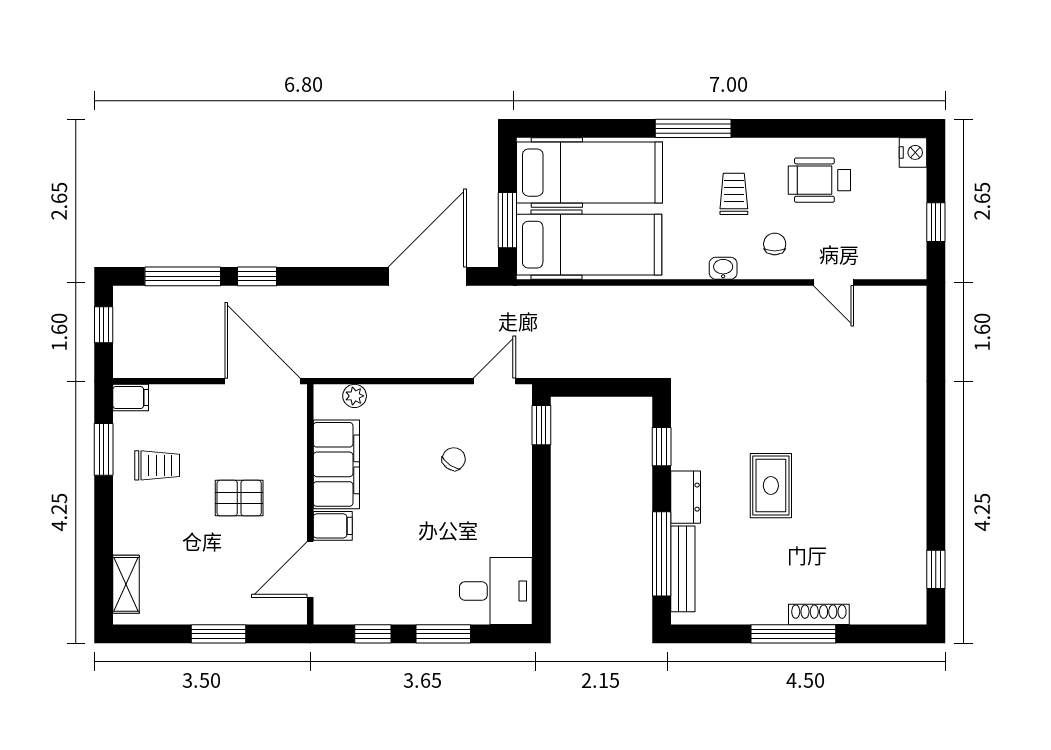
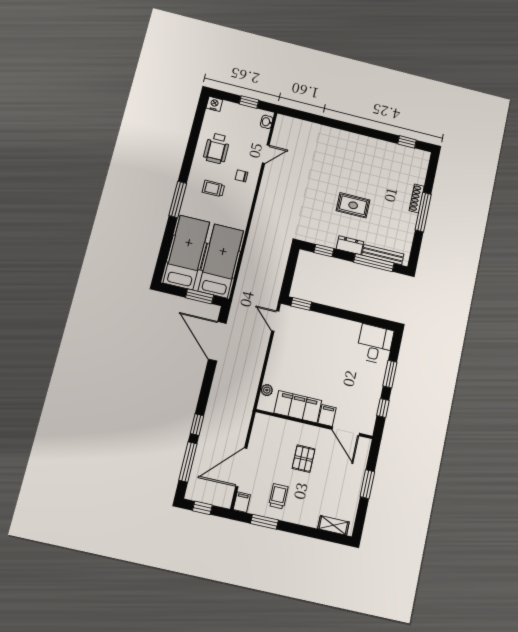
washbasin: (723, 268) -> (267, 122), moved
door: (262, 381) -> (241, 467), moved
chair: (454, 459) -> (308, 349), removed

